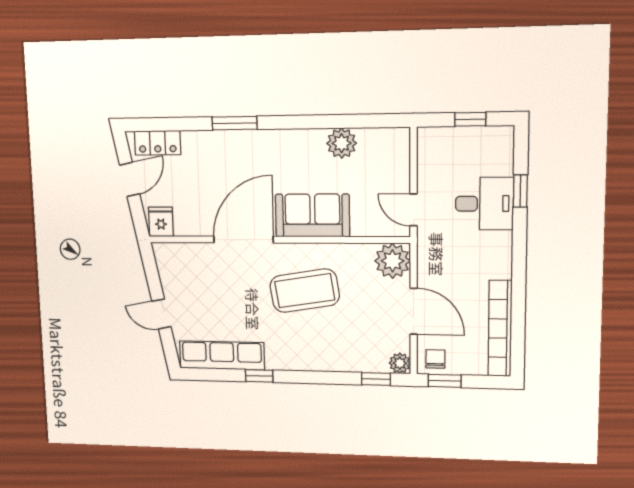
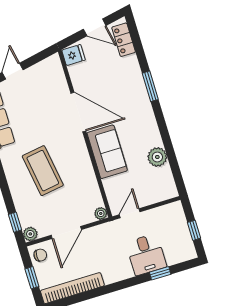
plant: (393, 261) -> (101, 213), width x0.53, depth x0.53
coffee table: (305, 291) -> (43, 171), moved
window: (445, 381) -> (32, 278), moved

